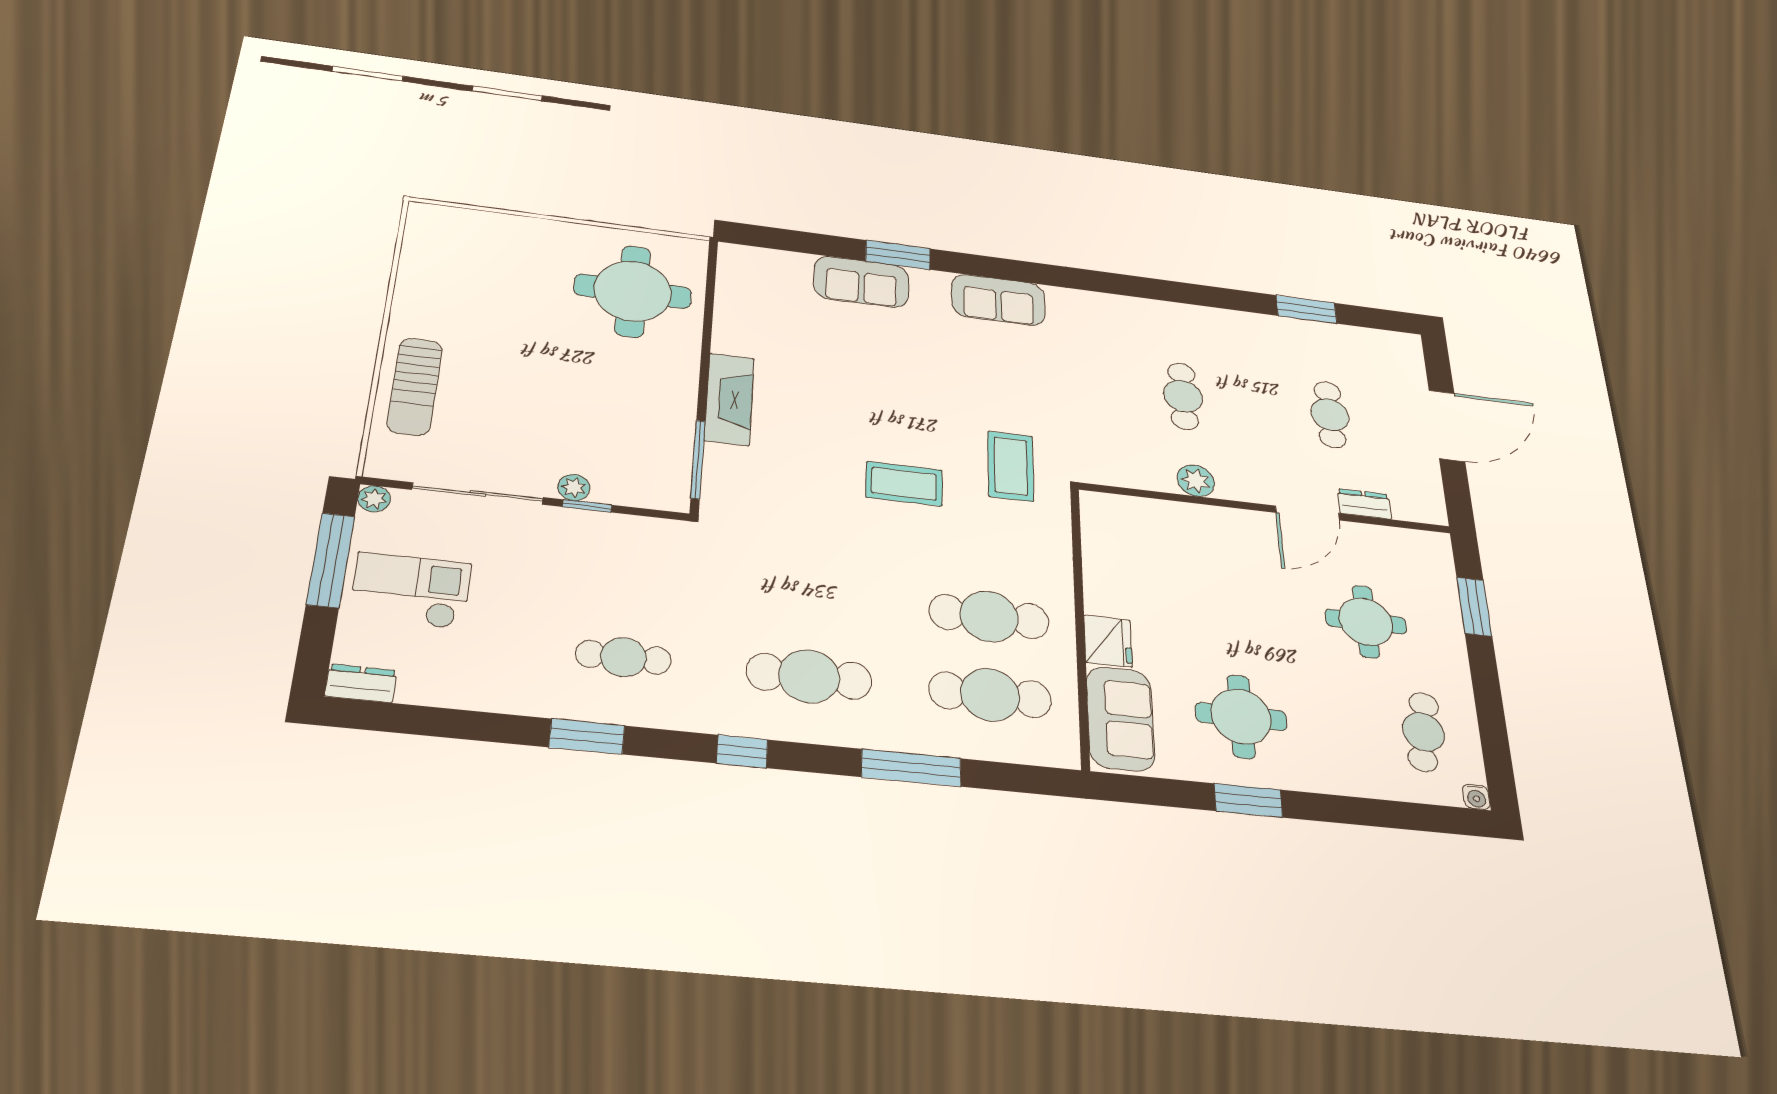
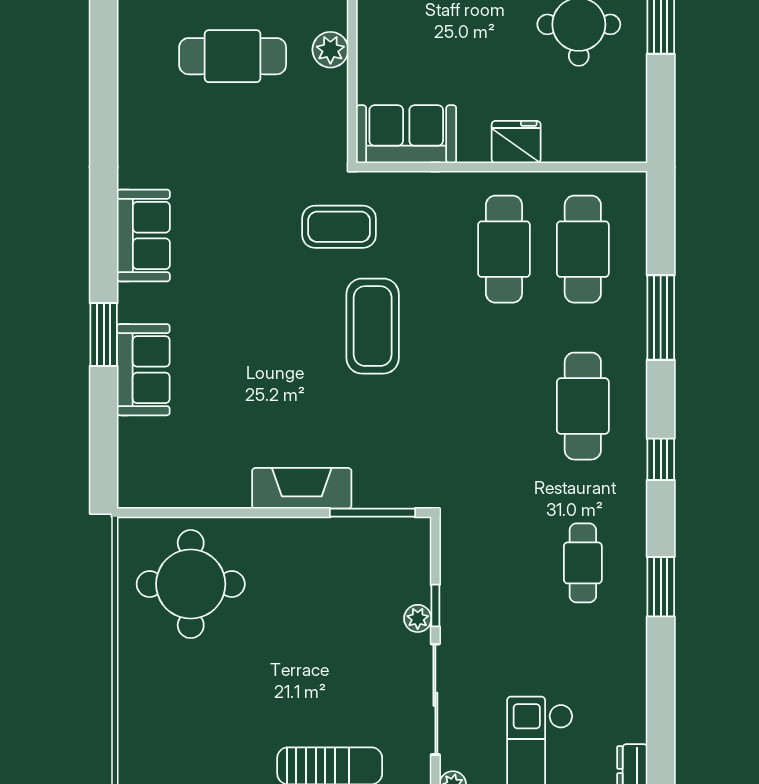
cafe table: (1183, 396) -> (233, 56), width x1.37, depth x1.35
coffee table: (904, 484) -> (373, 326), width x1.36, depth x1.32
sofa: (1120, 719) -> (406, 134), moved

